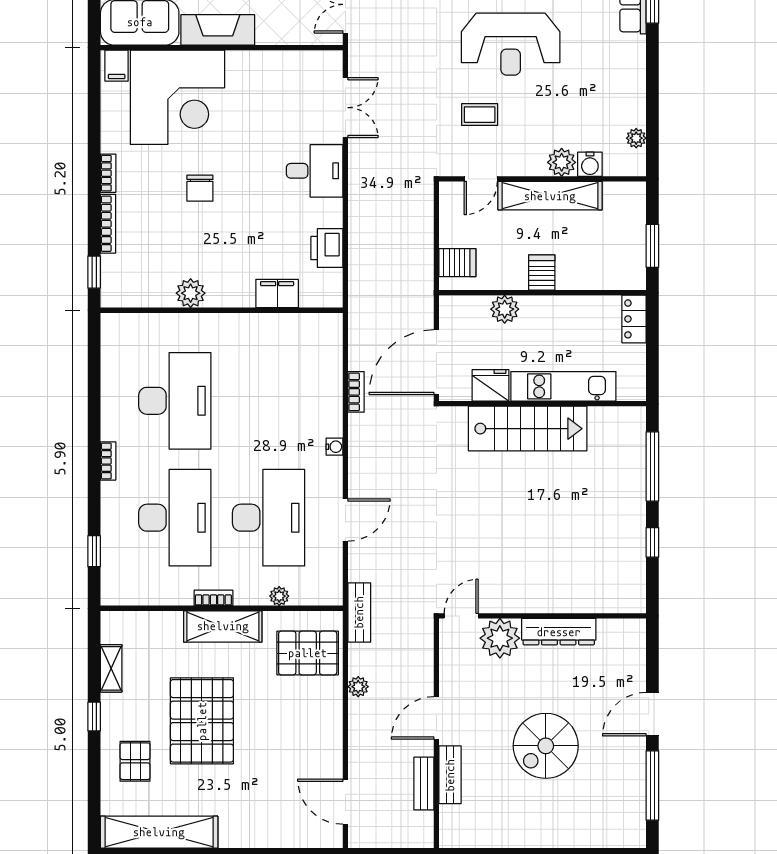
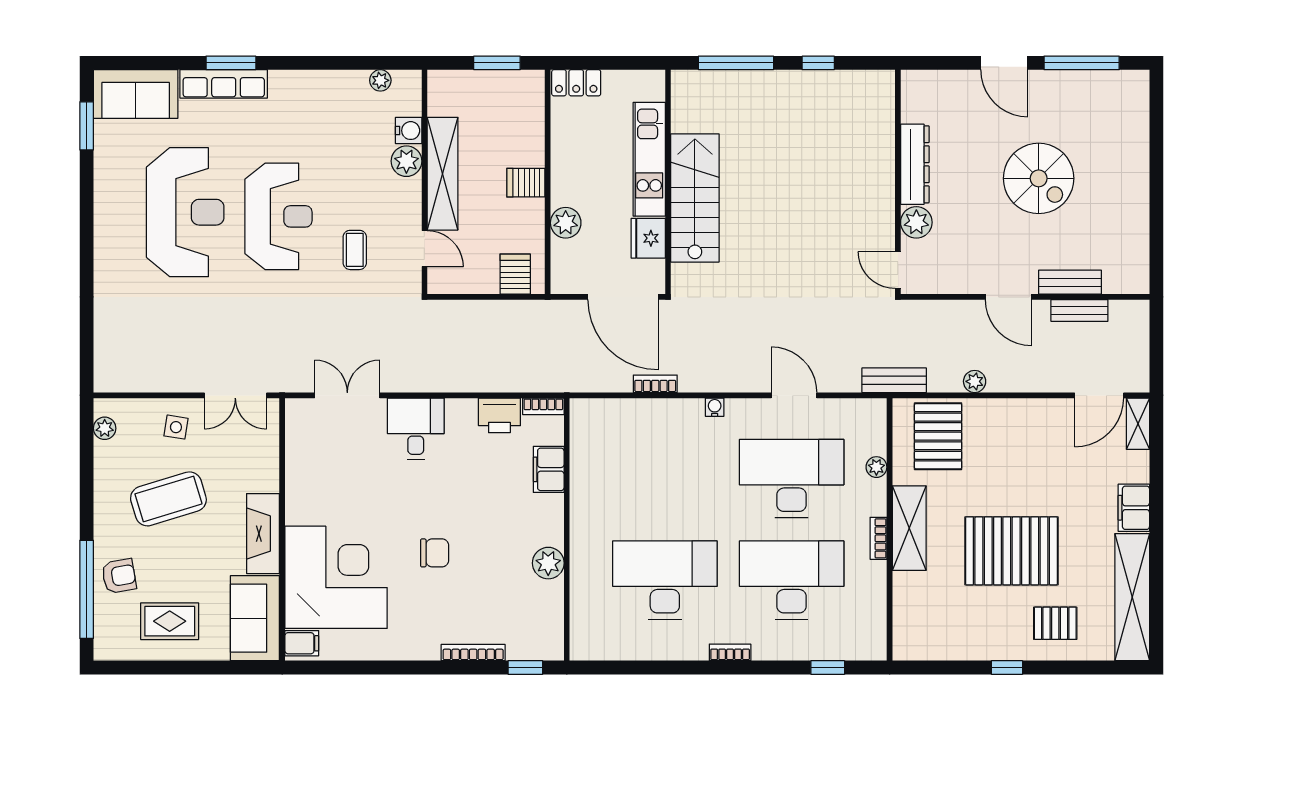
bookcase: (108, 173) -> (543, 406), moved, turned 180
plant: (500, 638) -> (916, 222), width x0.73, depth x0.73
shelving: (111, 668) -> (1138, 424), moved, turned 90
filing cabinet: (242, 834) -> (1134, 508), added

